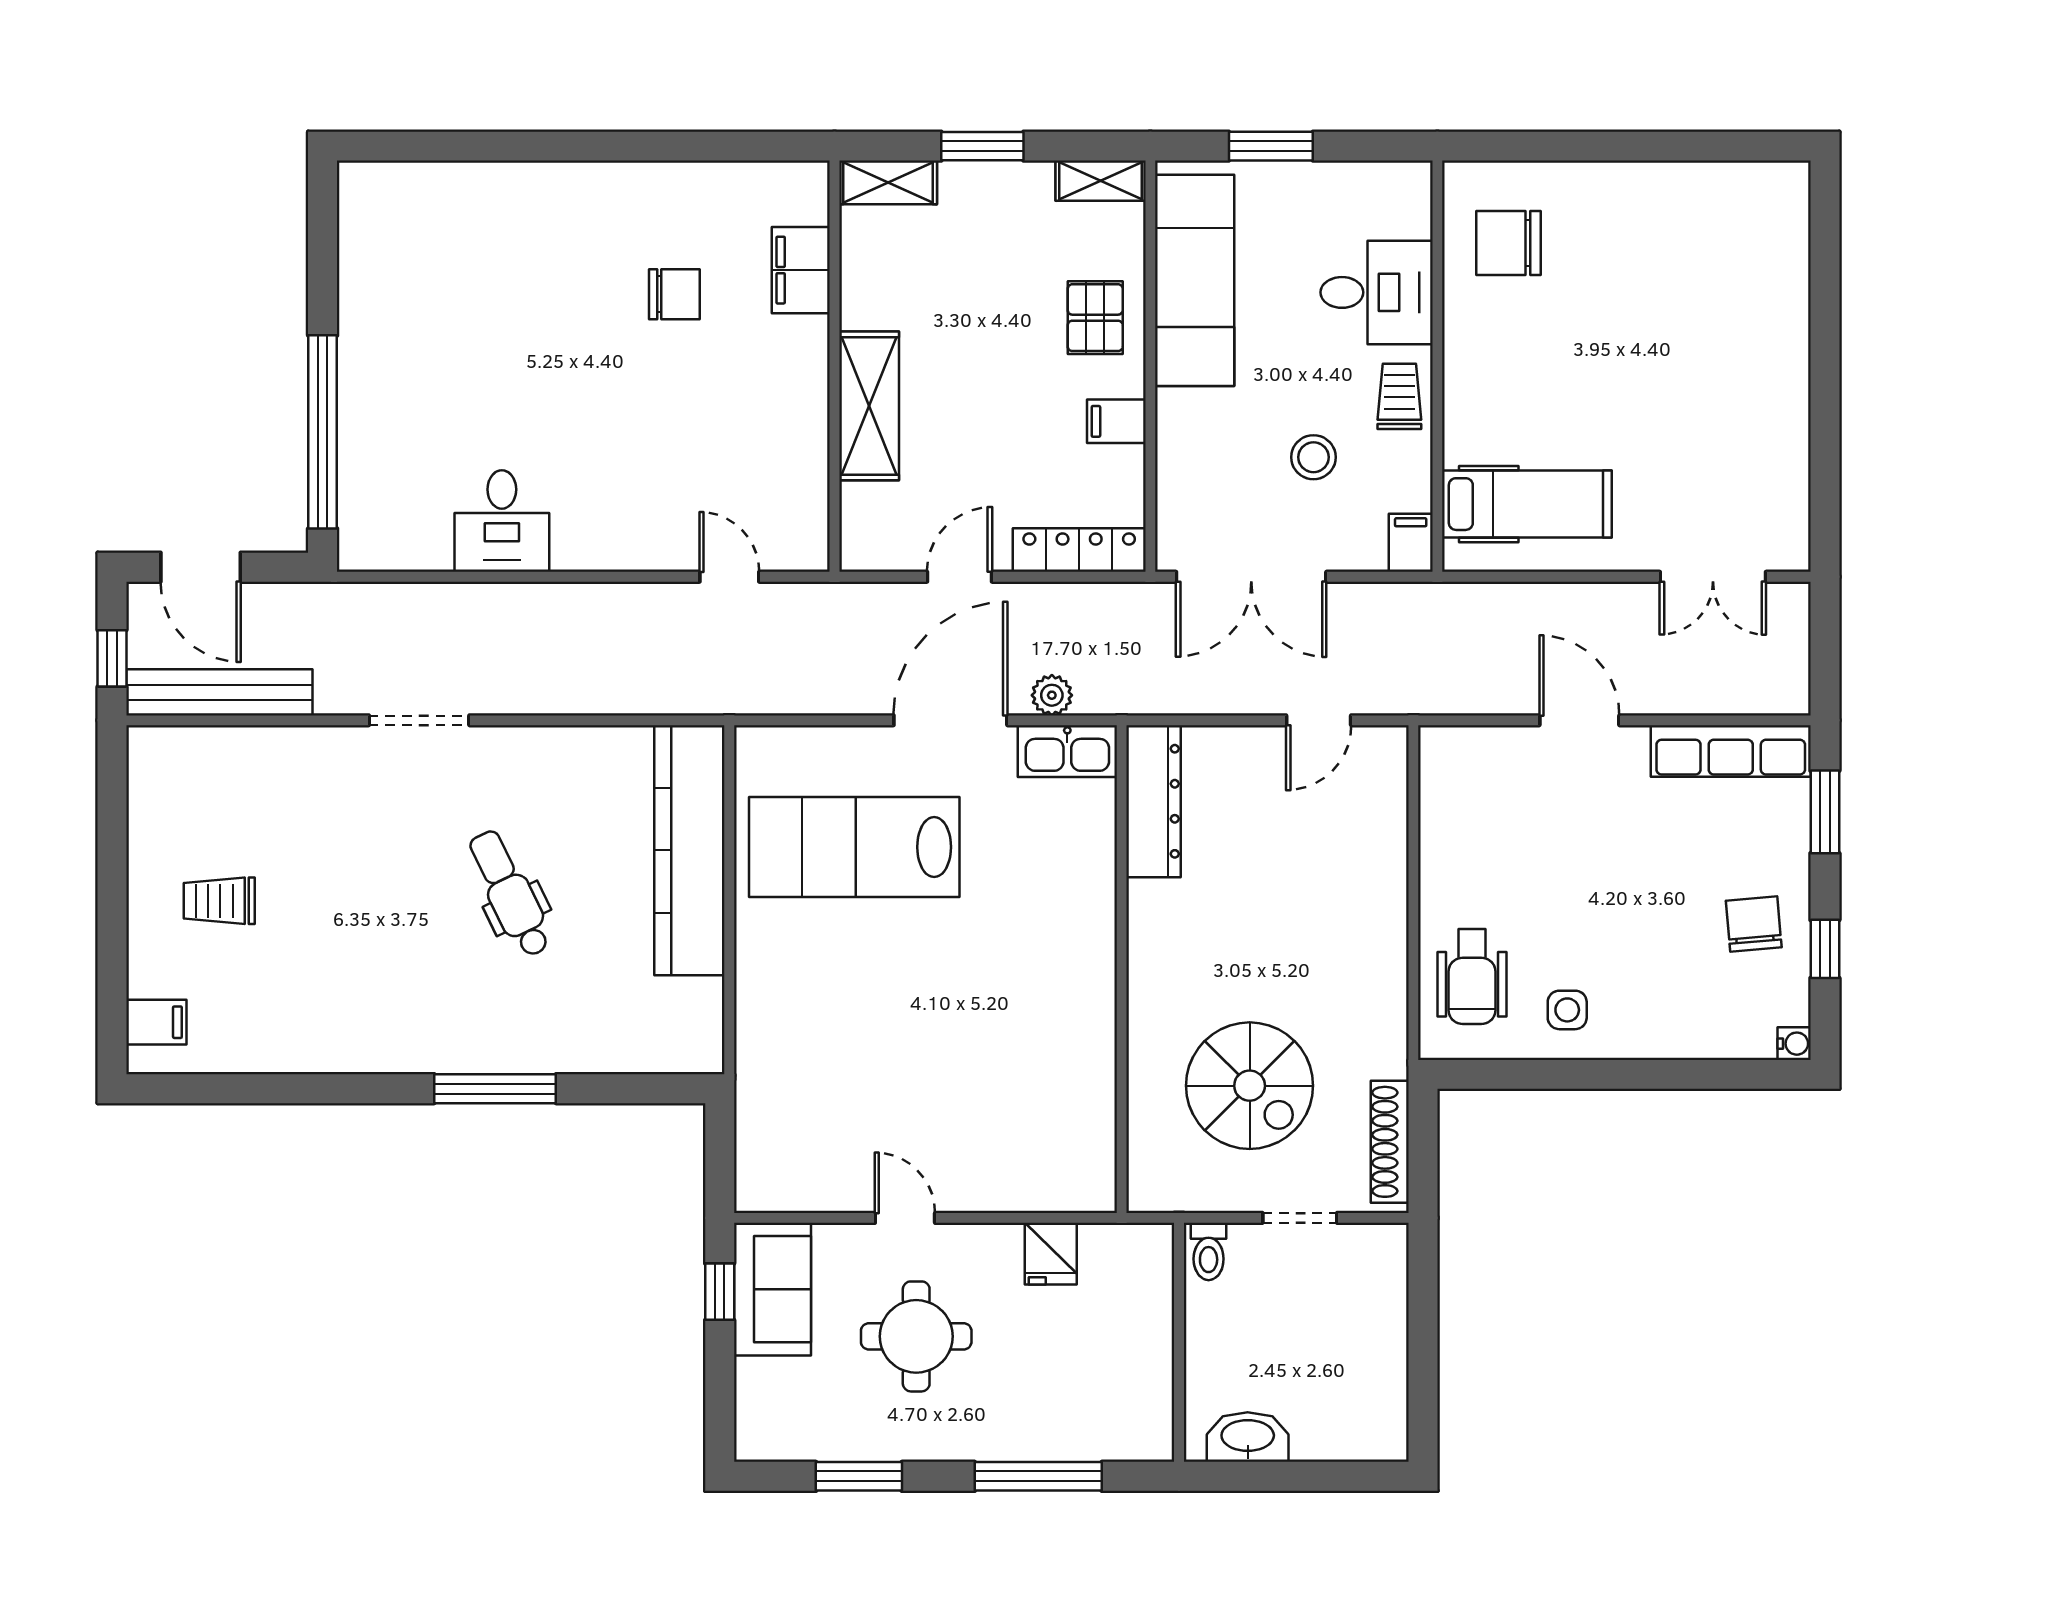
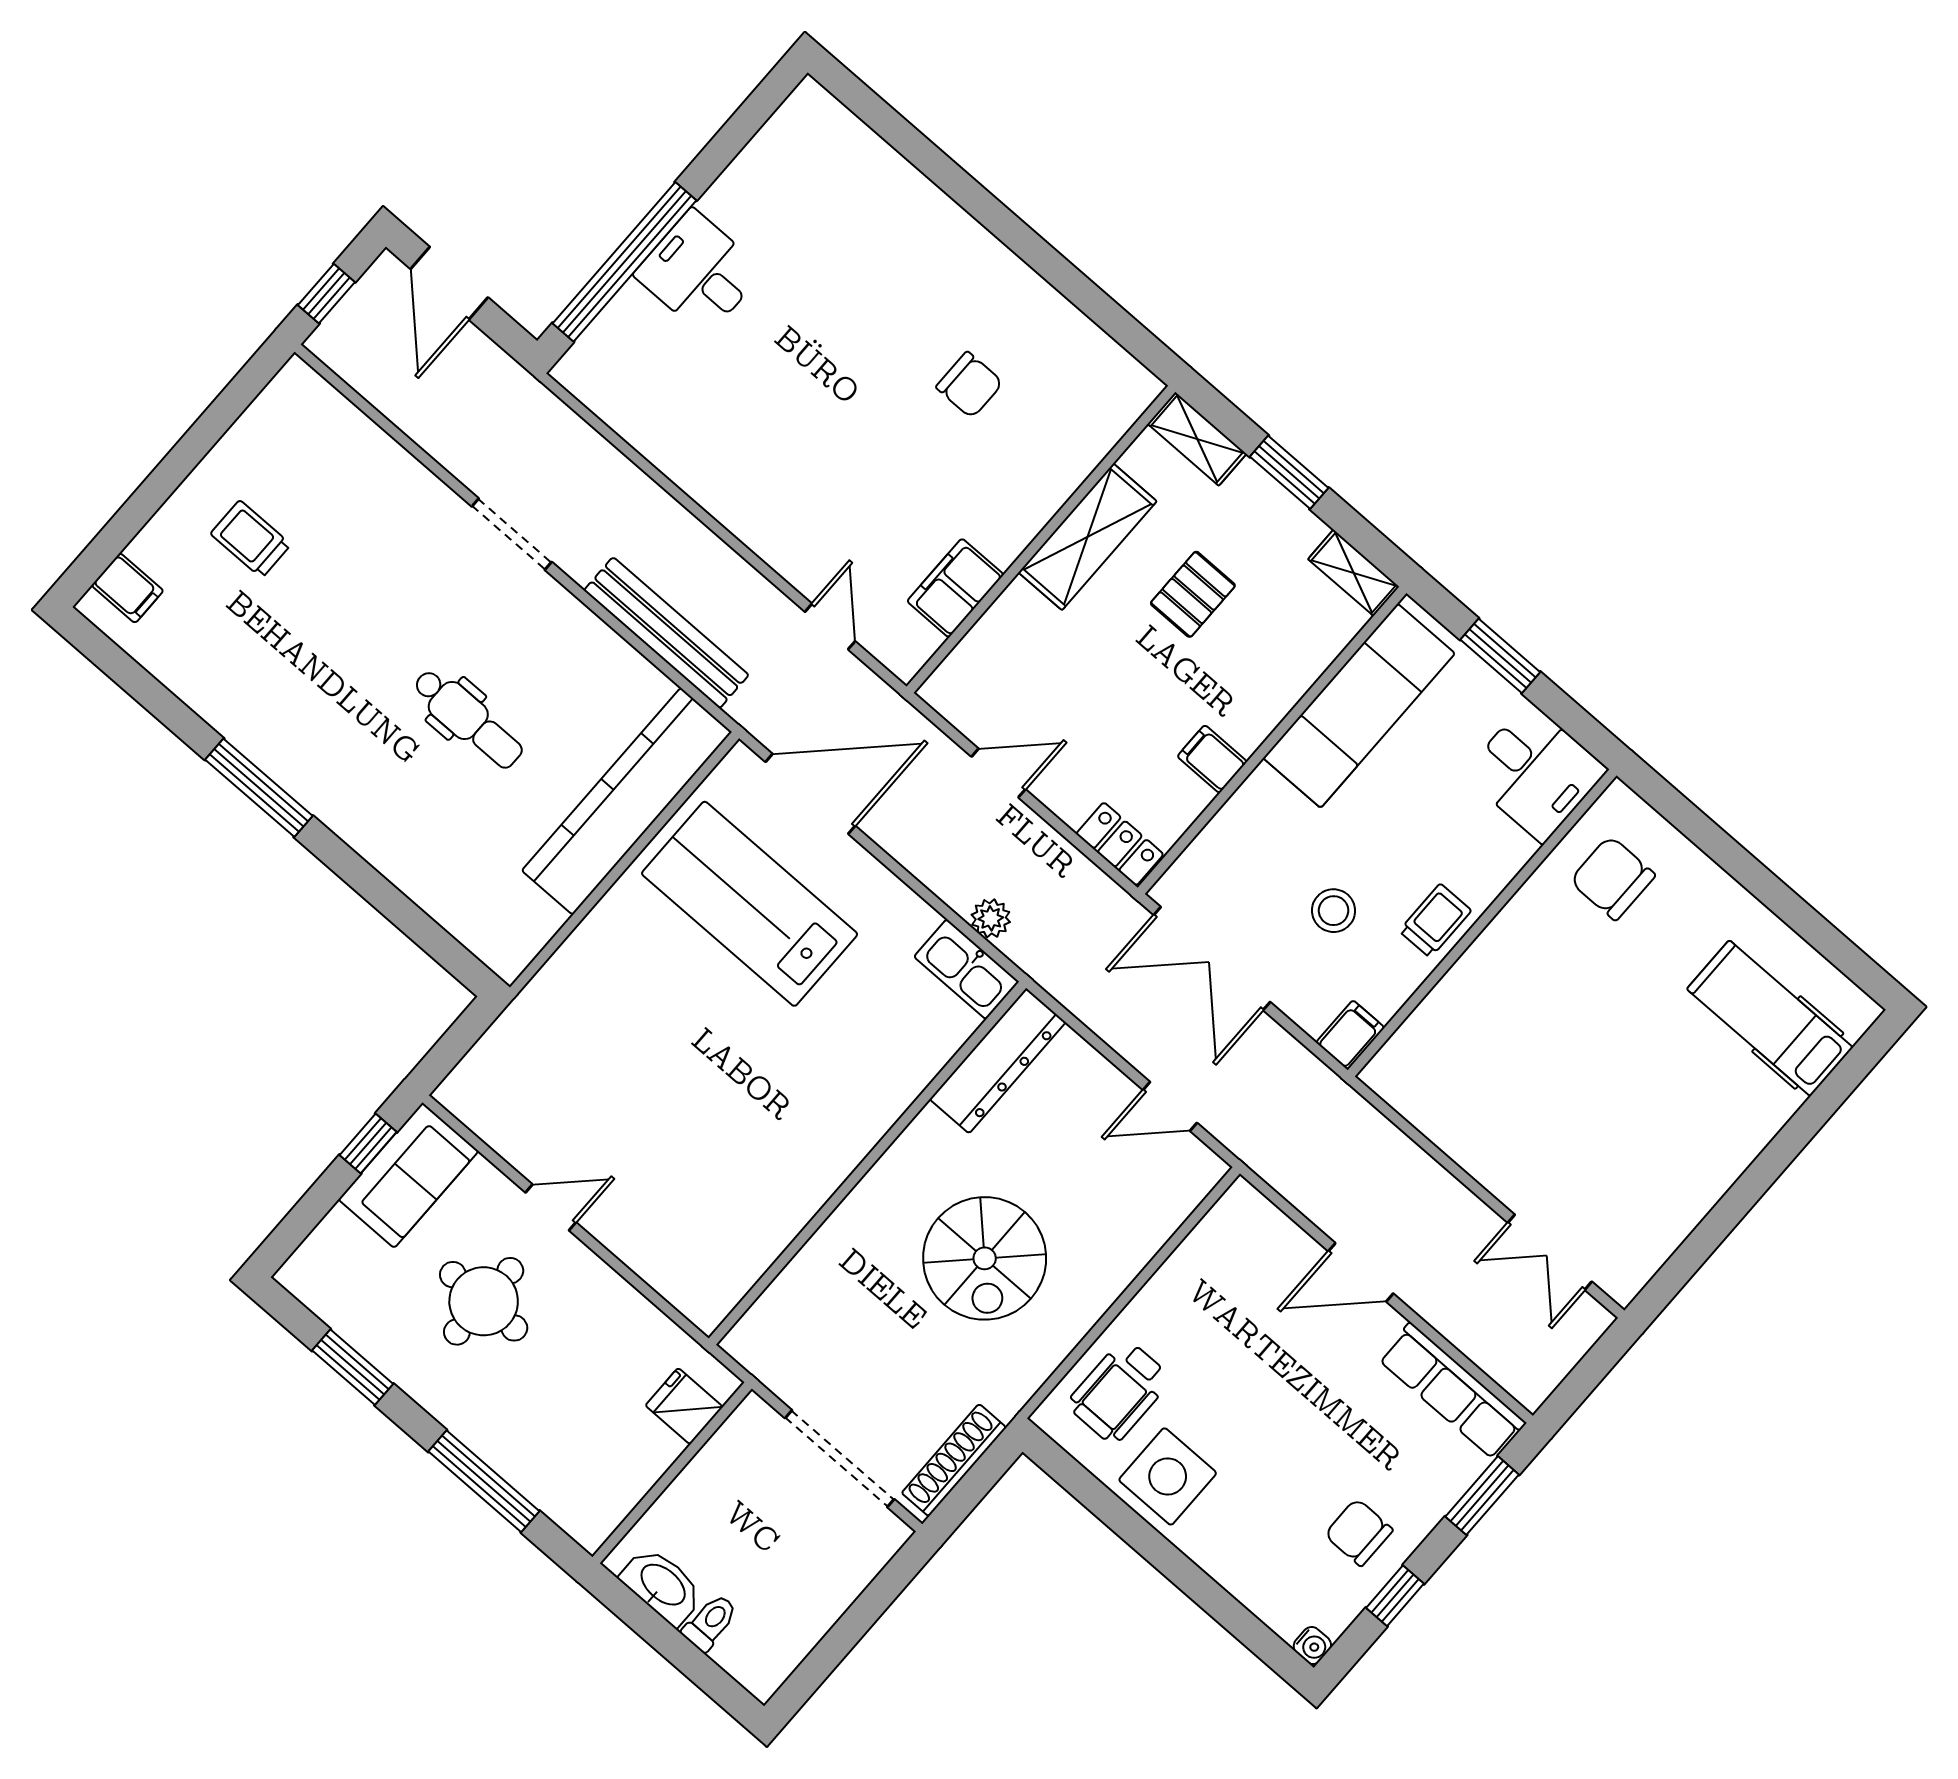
filing cabinet: (801, 270) -> (955, 588), moved
desk: (1377, 292) -> (1535, 772), moved
pallet: (1095, 318) -> (1193, 594), moved
shelving: (869, 406) -> (1088, 537), moved
hospital bed: (1527, 504) -> (1770, 1018), moved, turned 180
desk: (502, 521) -> (699, 273), moved, turned 90
locker: (1079, 550) -> (1120, 844), width x0.66
bench: (219, 692) -> (666, 633), moved
door: (950, 720) -> (810, 794), moved
door: (1579, 720) -> (1361, 1272), swing flipped
dental chair: (510, 894) -> (468, 719), turned 116
chair: (1754, 924) -> (1359, 1532), turned -85
side table: (1567, 1010) -> (1168, 1476), width x1.87, depth x1.87
spiral stairs: (1250, 1086) -> (985, 1258), moved
window: (495, 1089) -> (259, 788), moved
door: (905, 1218) -> (551, 1207), hinge flipped
doorway: (1300, 1218) -> (840, 1459), width x1.87
toilet: (1209, 1251) -> (710, 1623), moved, turned 180
fridge: (1051, 1254) -> (684, 1406), moved, turned 90

